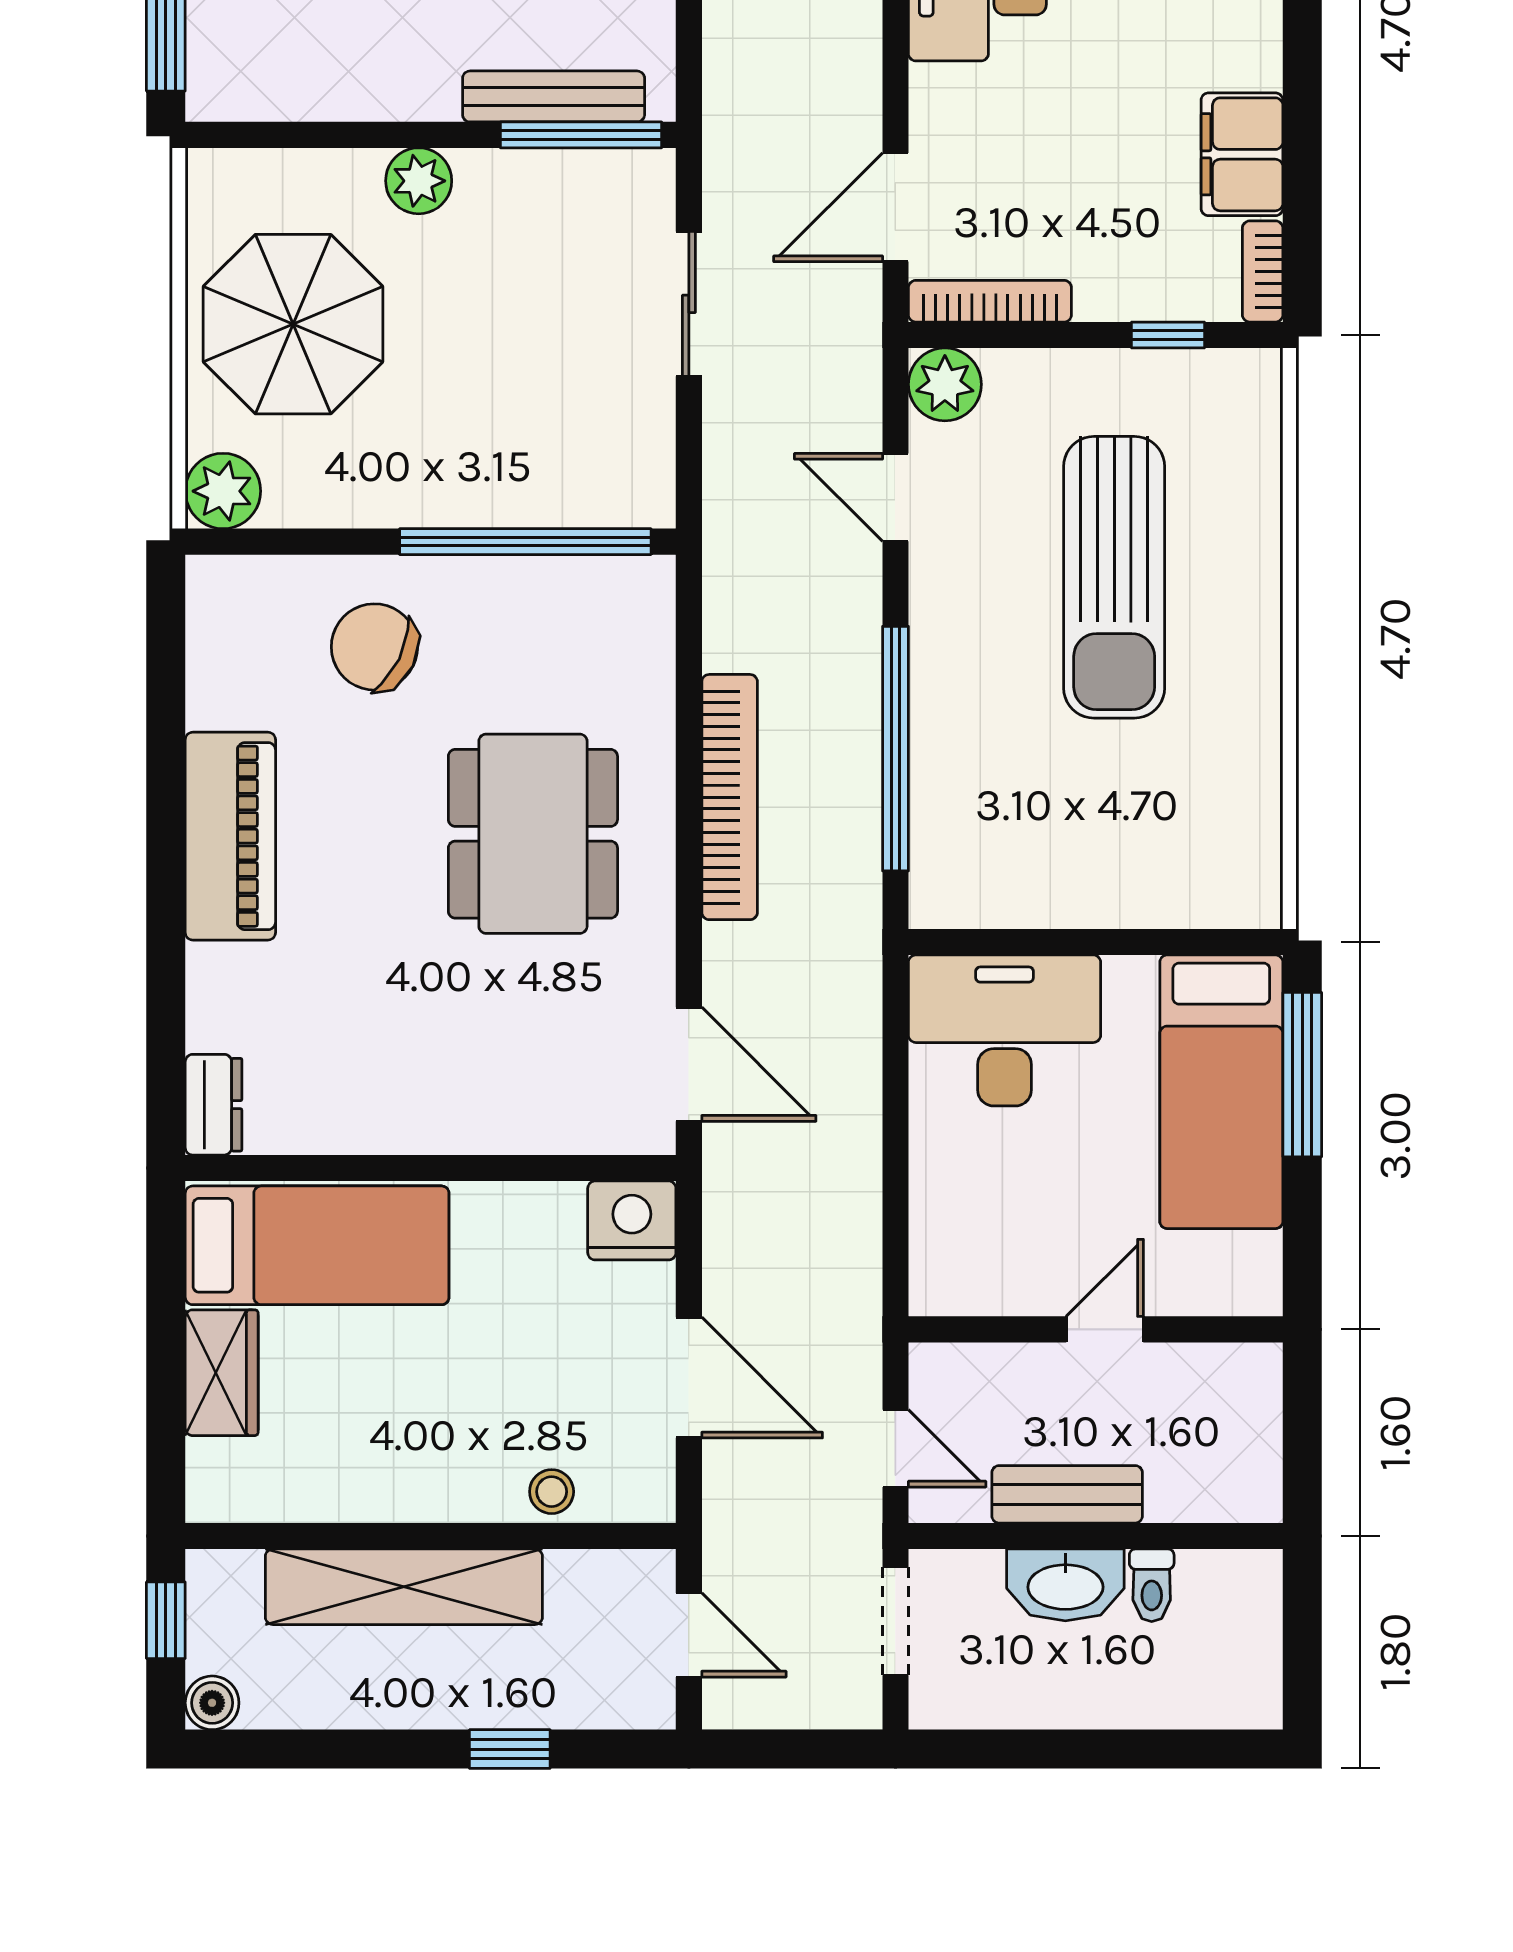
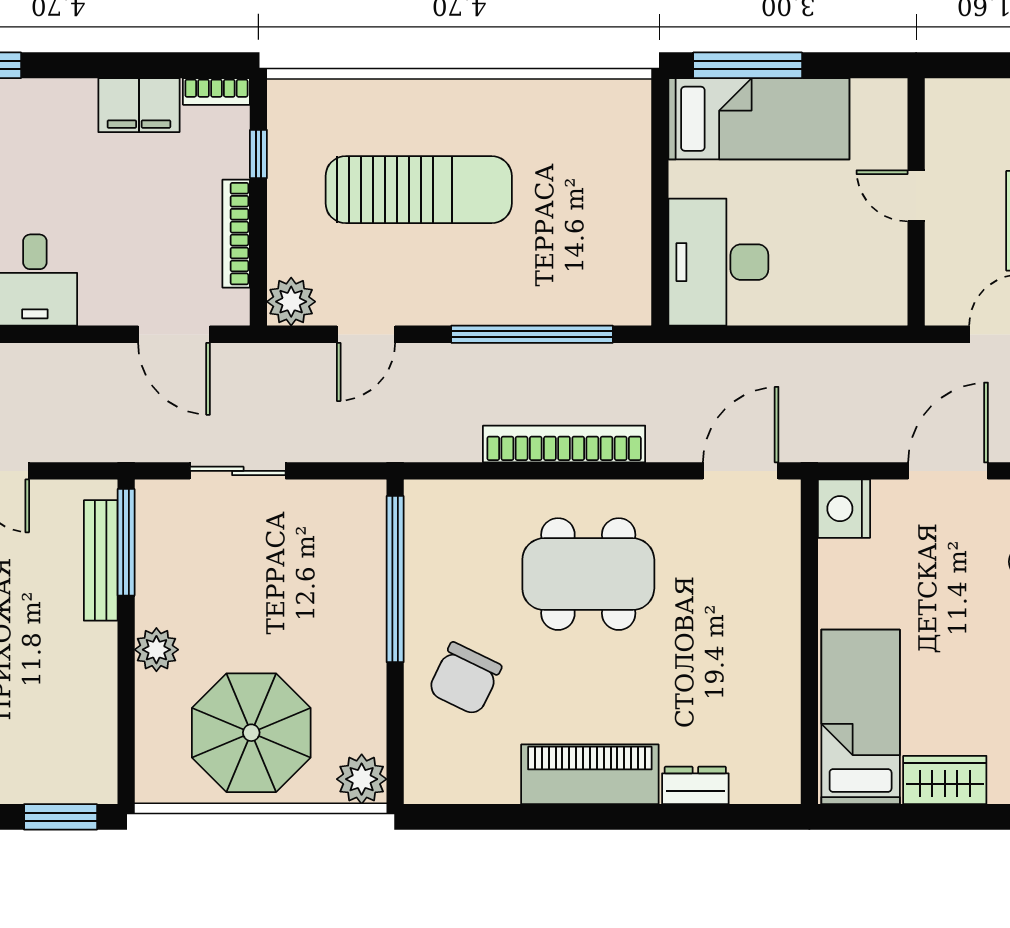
bookcase: (990, 301) -> (236, 234), moved
dresser: (214, 1105) -> (695, 785), moved

